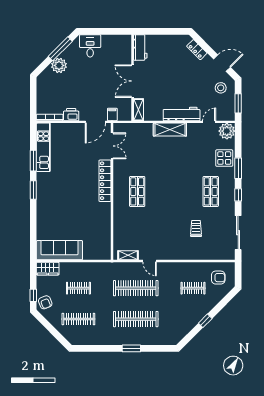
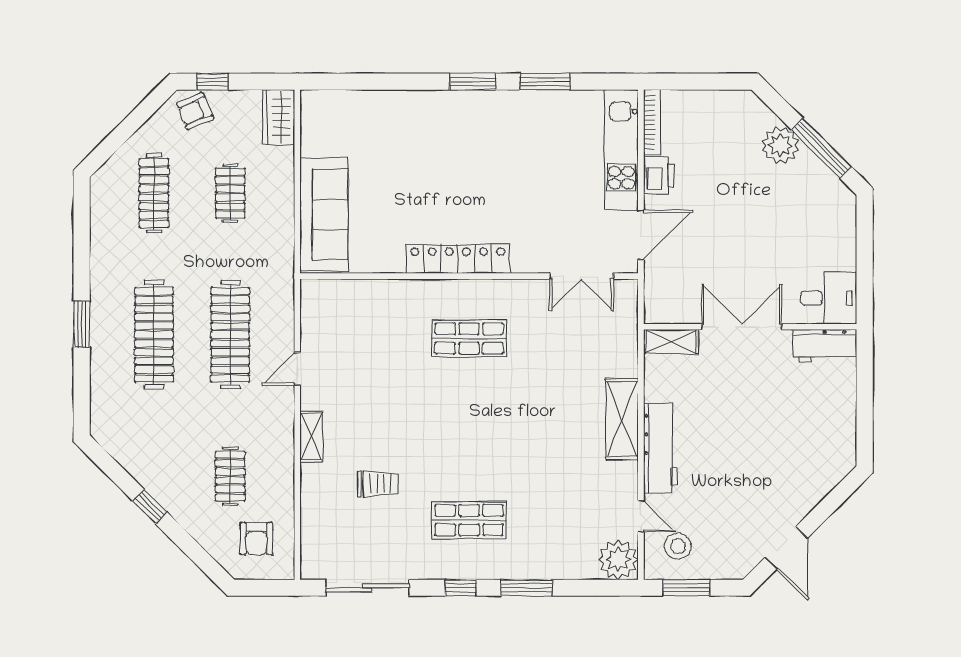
desk: (90, 46) -> (829, 298), moved
locker: (197, 50) -> (819, 486), removed
stool: (221, 88) -> (678, 546), moved
filing cabinet: (112, 114) -> (659, 277), removed
door: (95, 122) -> (641, 235), swing flipped
kitchen unit: (43, 147) -> (621, 150), moved, turned 90
display table: (224, 158) -> (552, 553), removed
locker: (105, 181) -> (458, 259), moved
sofa: (59, 250) -> (324, 215), moved
shelving: (128, 255) -> (311, 436), moved

